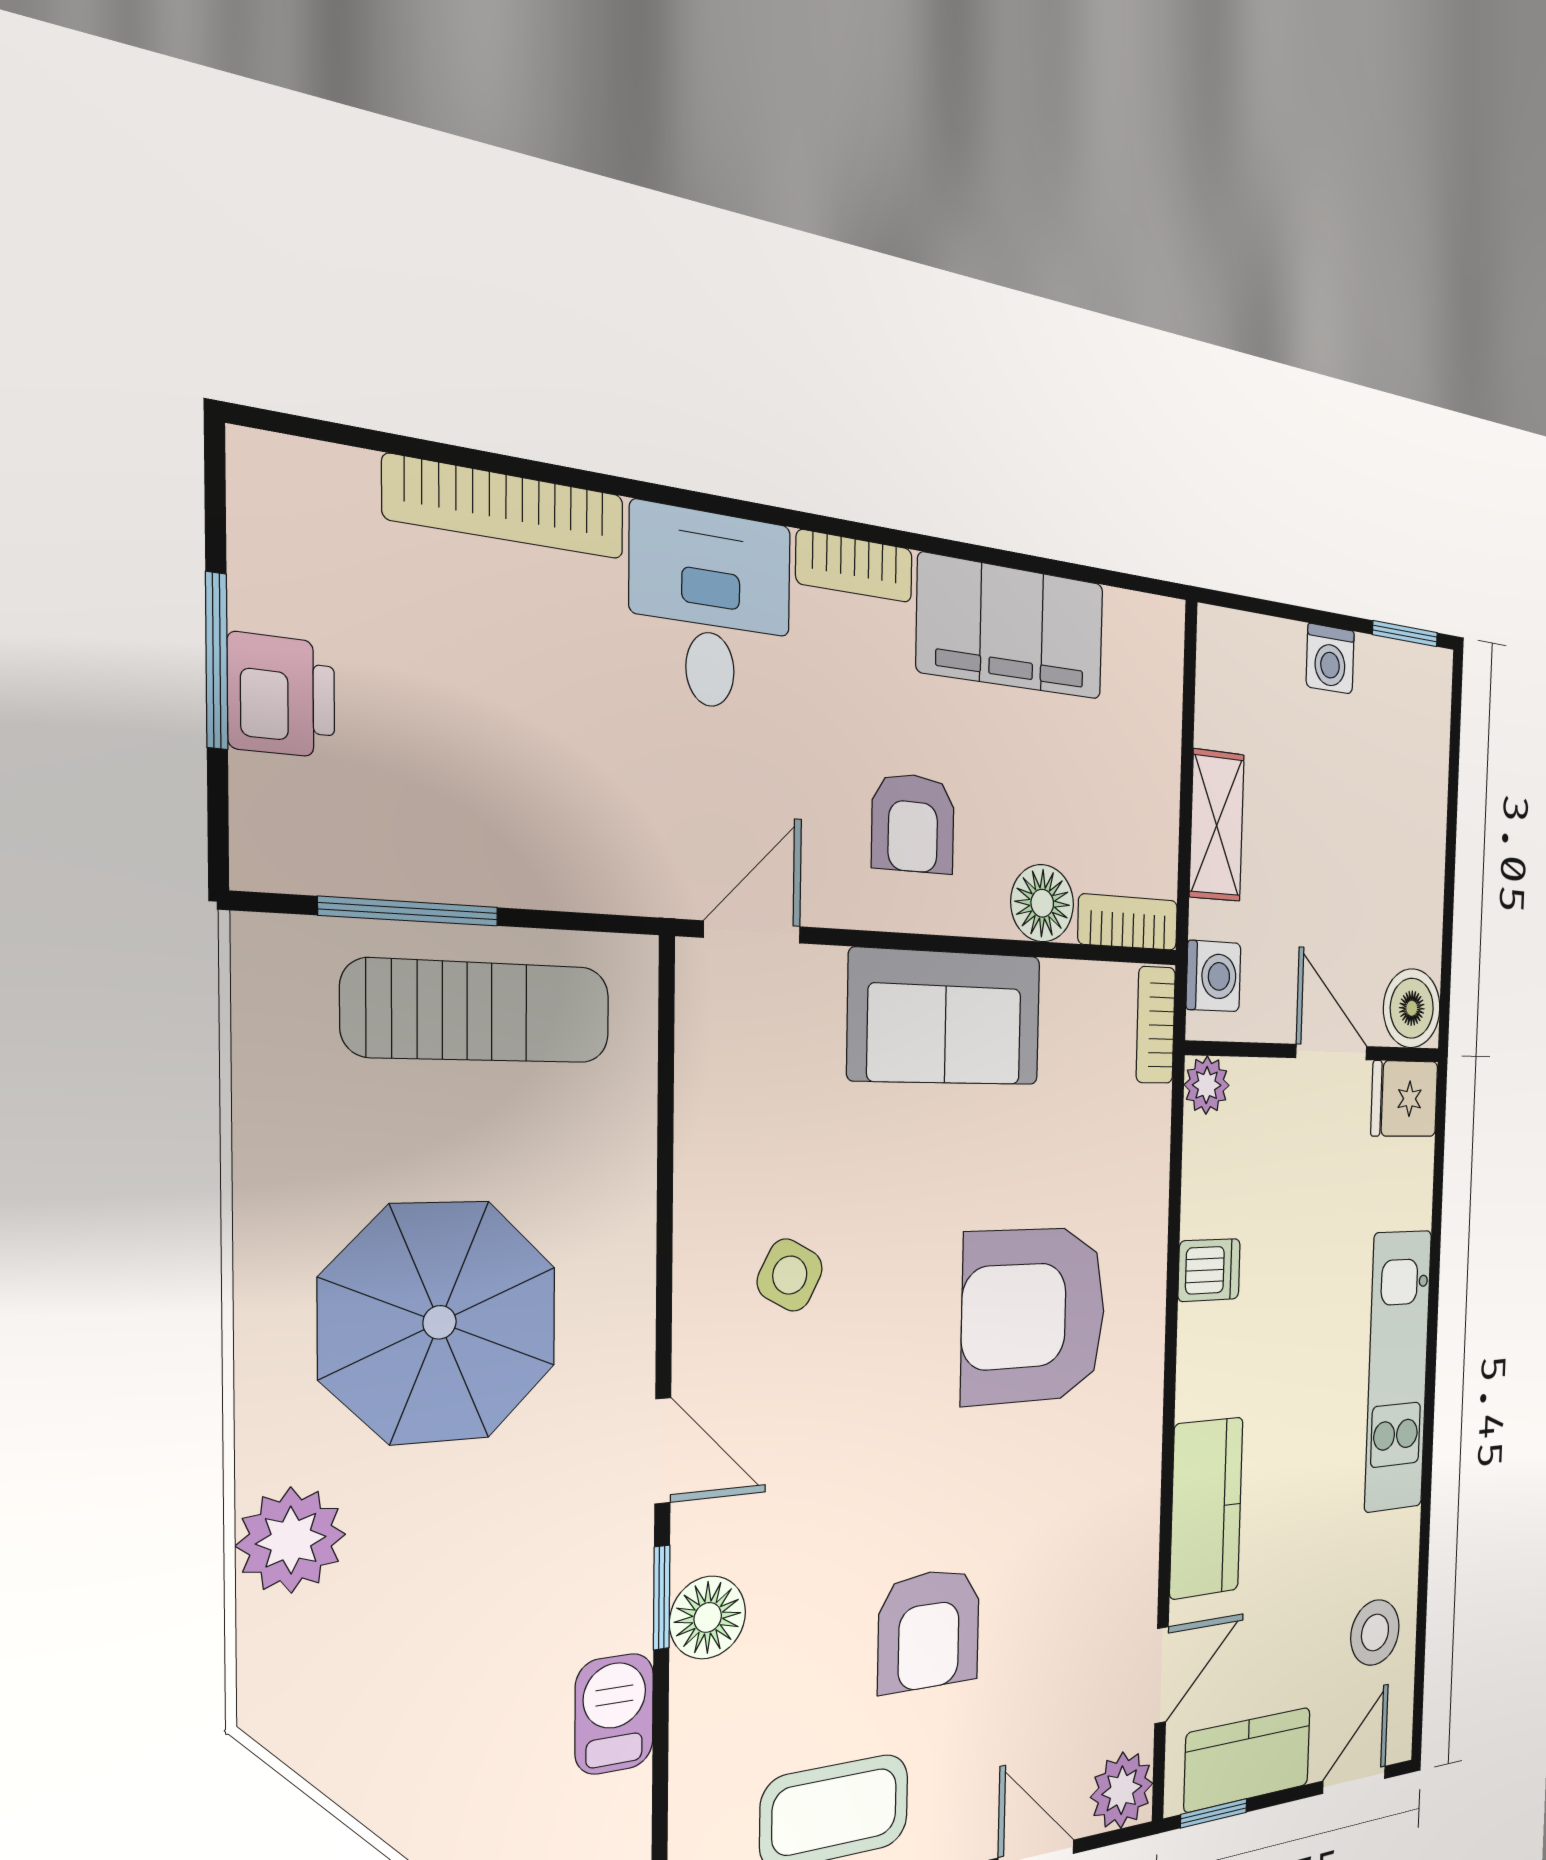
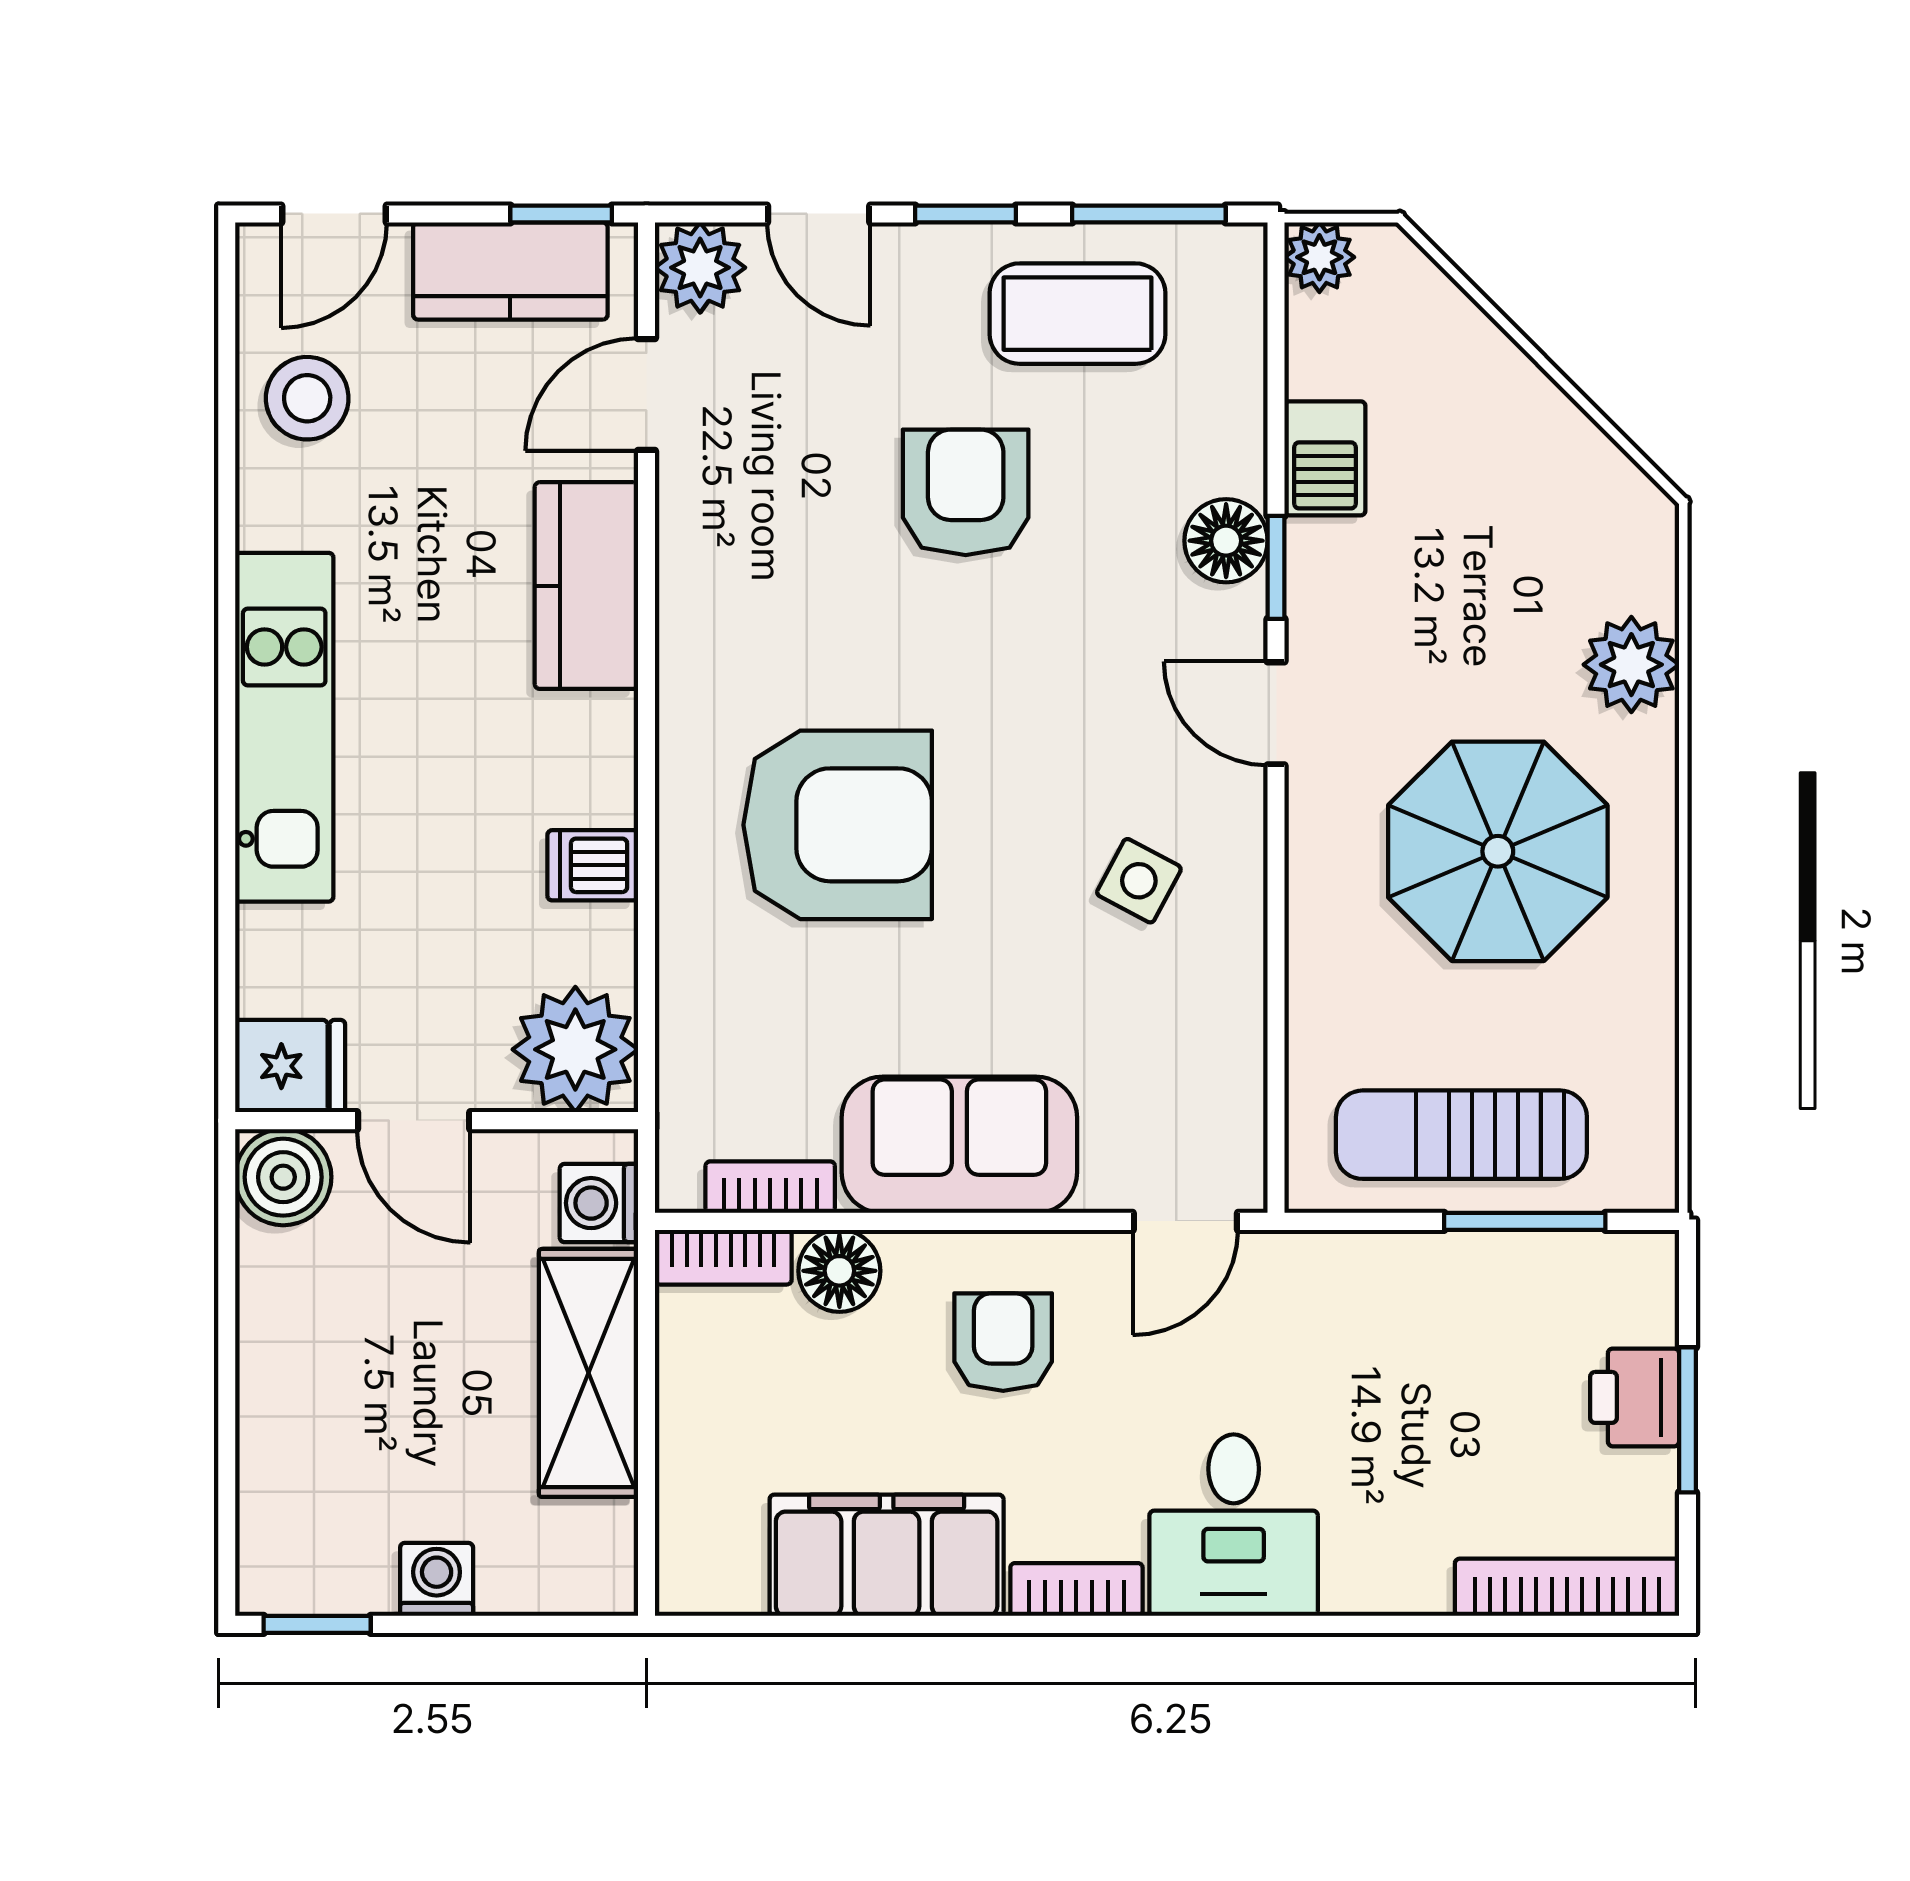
bookcase: (506, 507) -> (1567, 1587), moved
shelving: (1217, 825) -> (588, 1373), width x1.50, depth x1.33
bookcase: (1156, 1025) -> (770, 1187), moved, turned -90
plant: (1207, 1085) -> (575, 1049), width x1.87, depth x1.87

